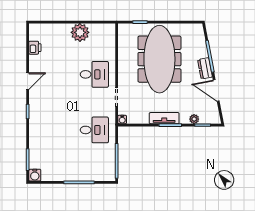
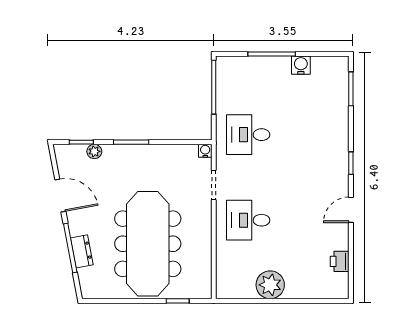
dresser: (205, 68) -> (82, 251), moved
tv unit: (164, 118) -> (140, 153), removed
water cooler: (35, 175) -> (301, 65), moved

